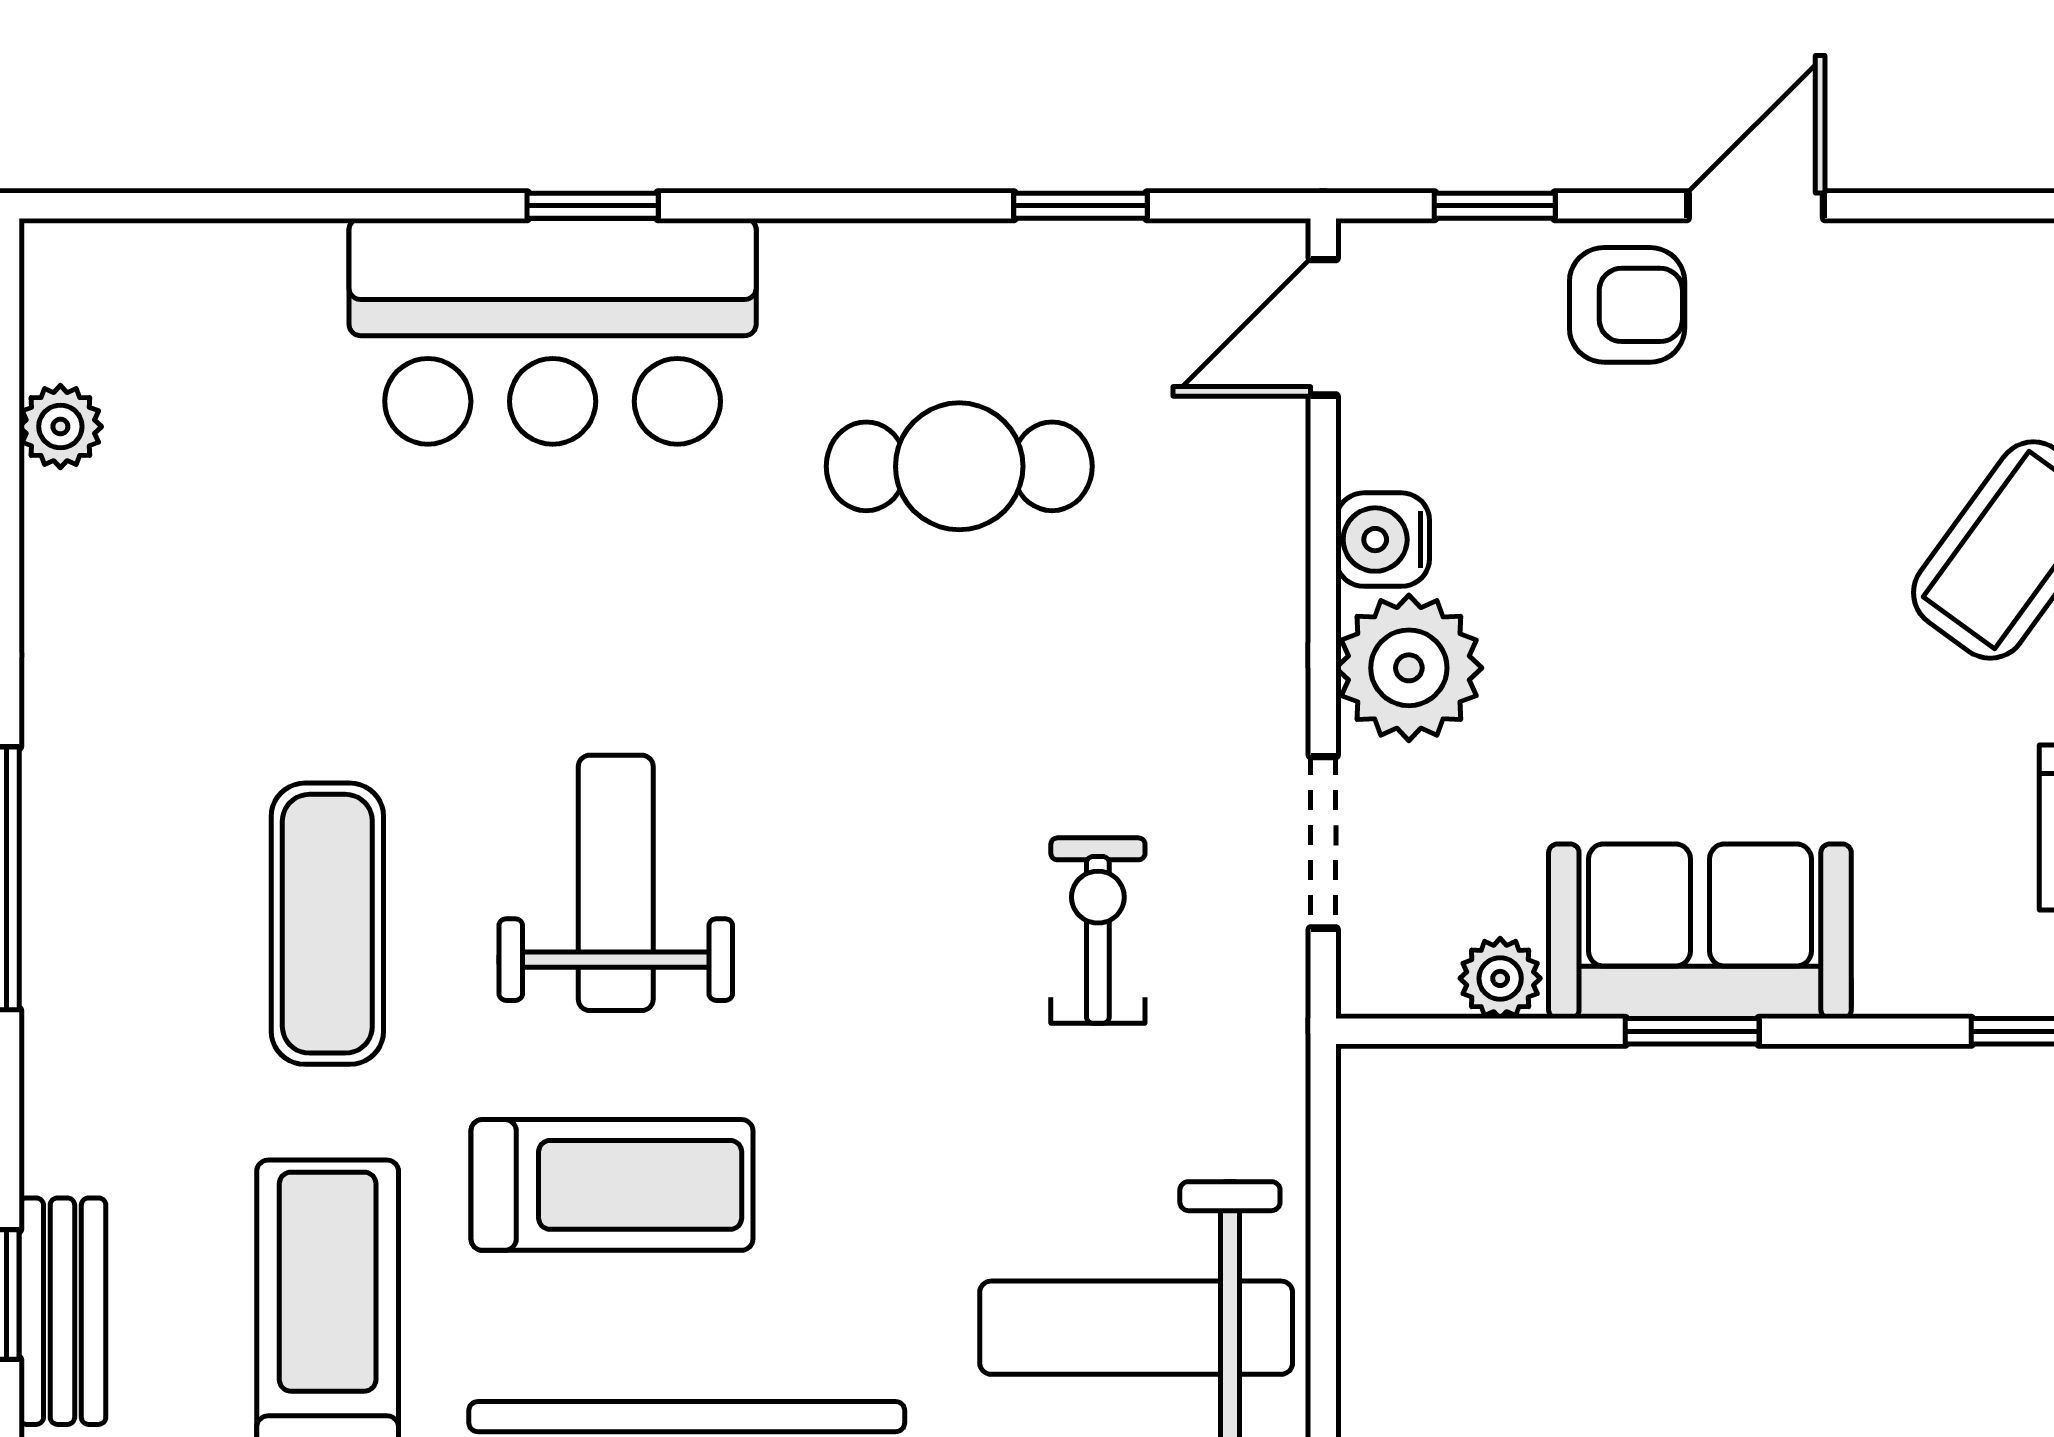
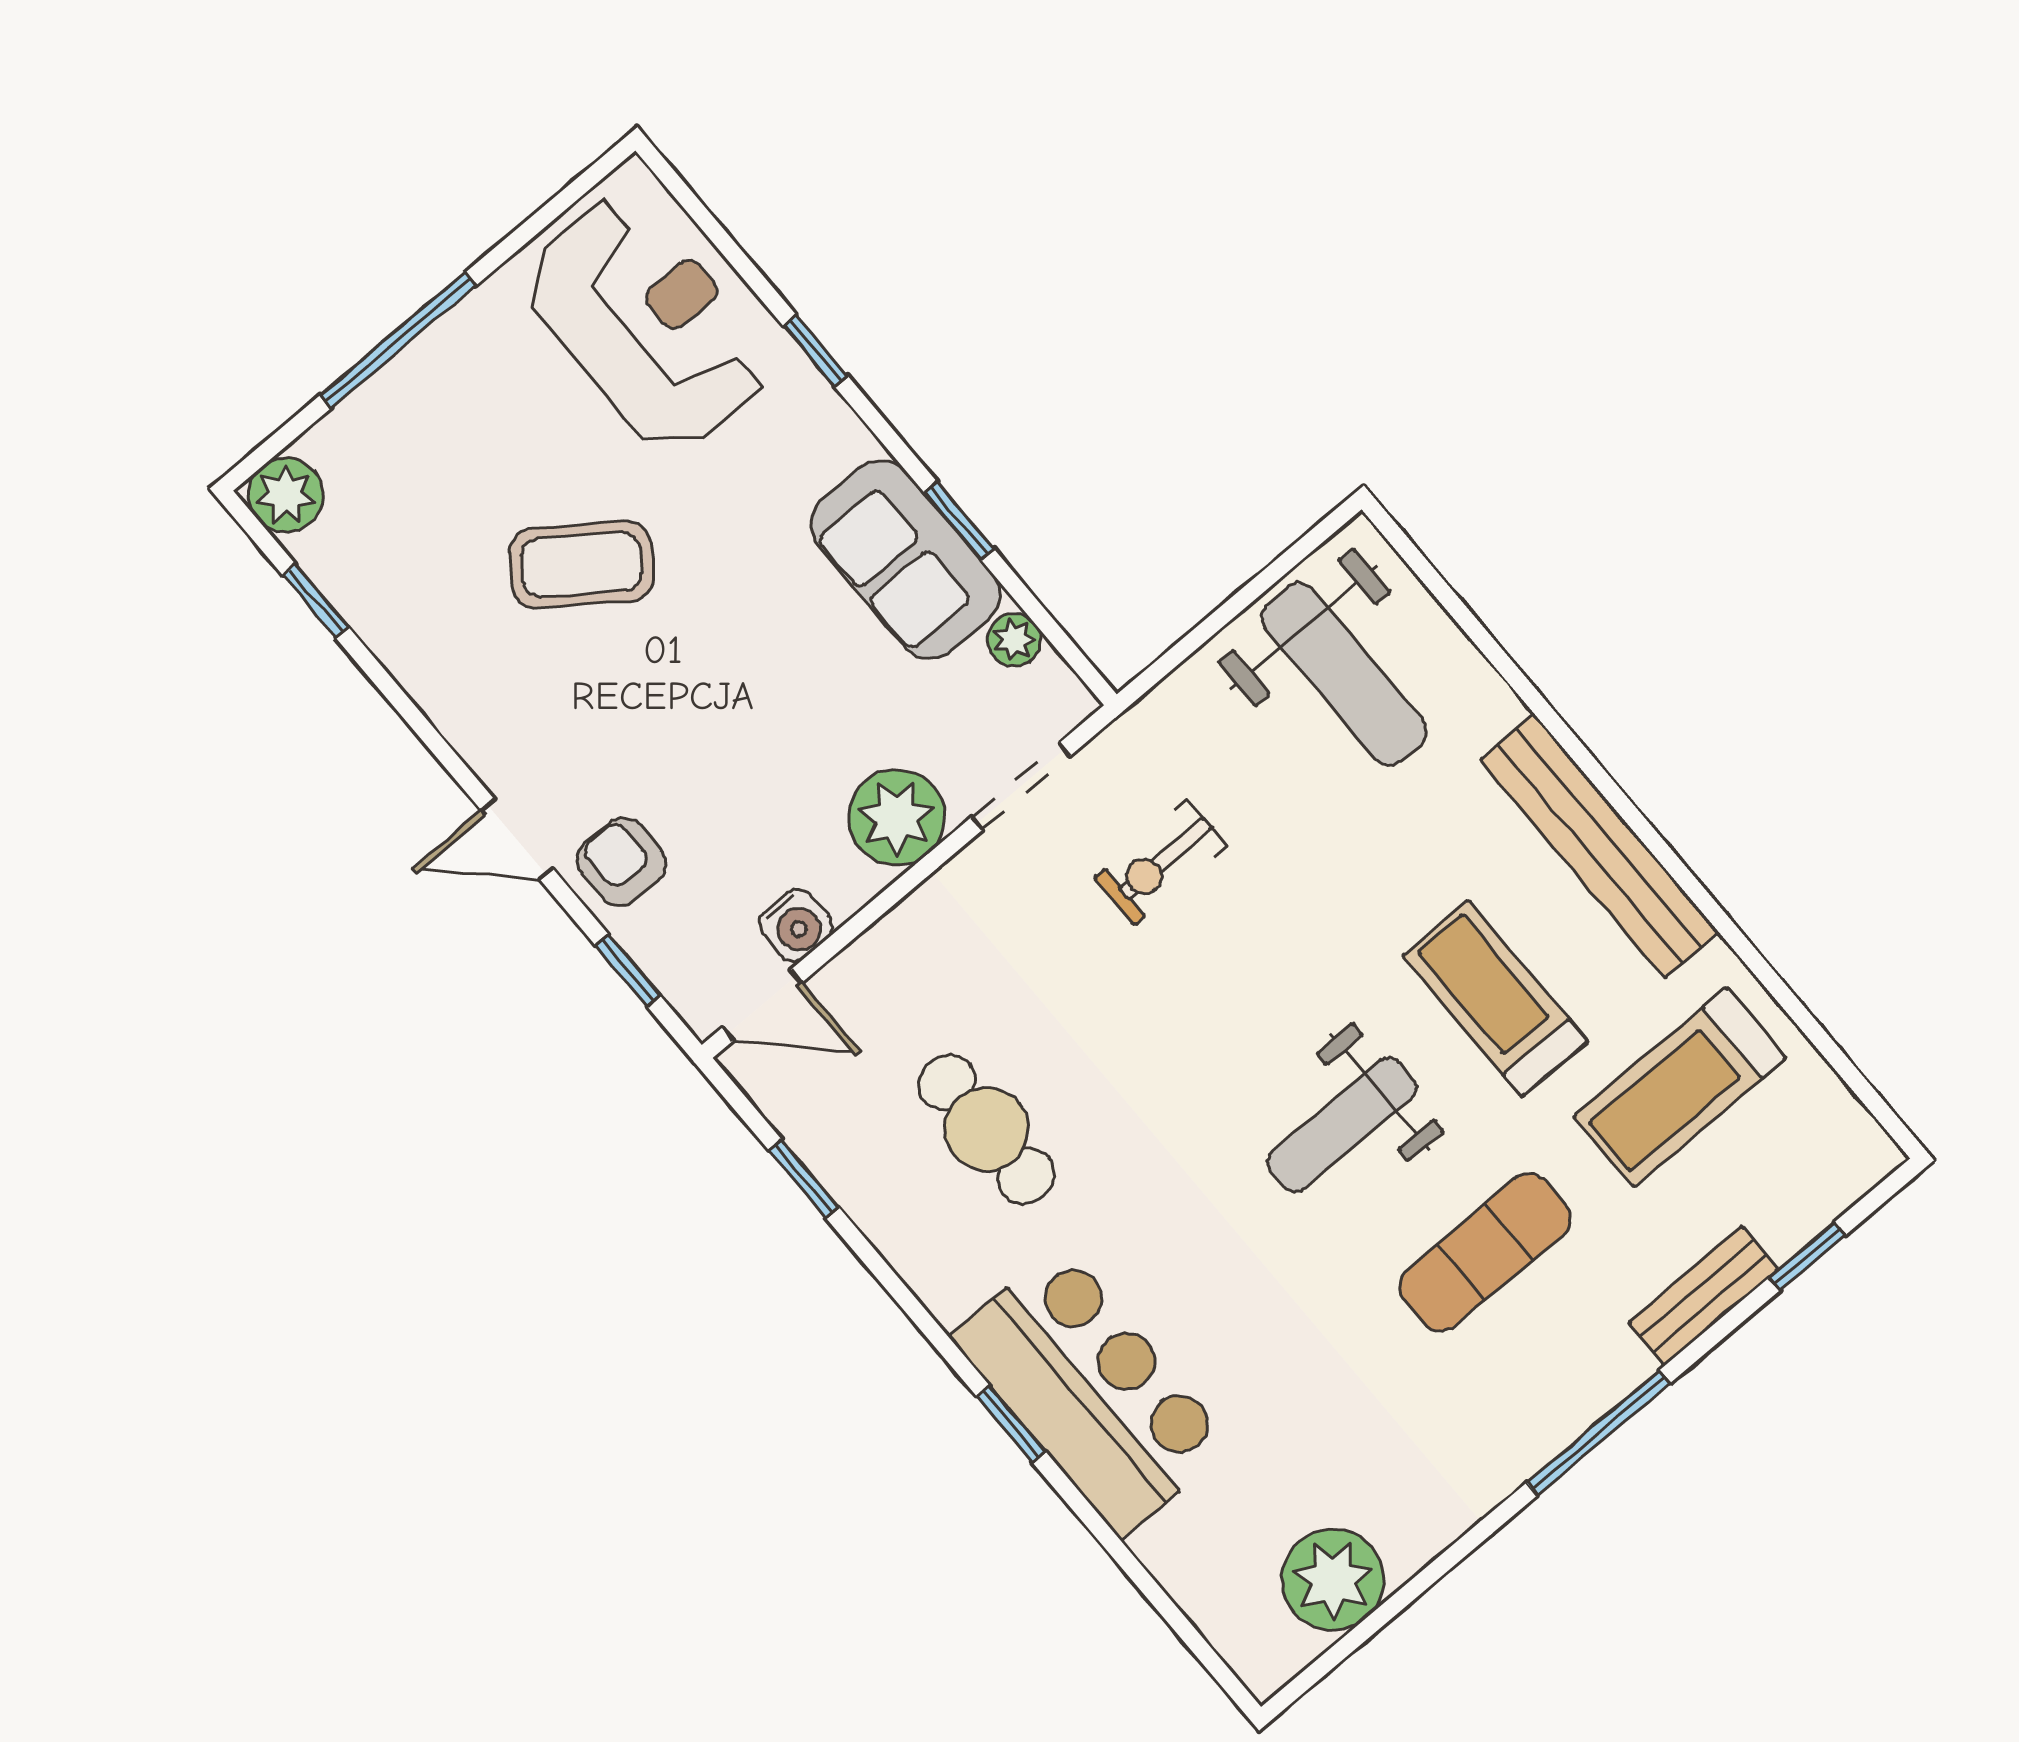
plant: (60, 427) -> (1333, 1580), width x1.88, depth x1.88
water cooler: (1383, 540) -> (796, 925), moved
bench: (62, 1311) -> (1703, 1296), moved

